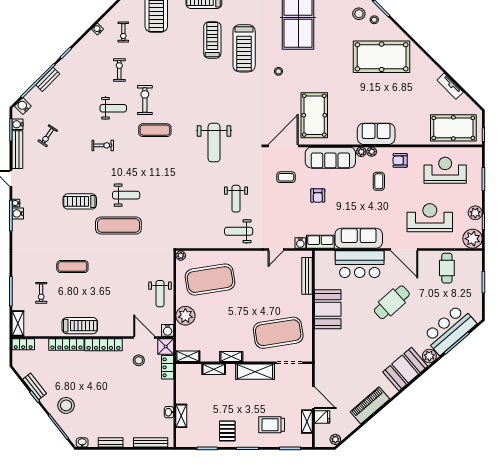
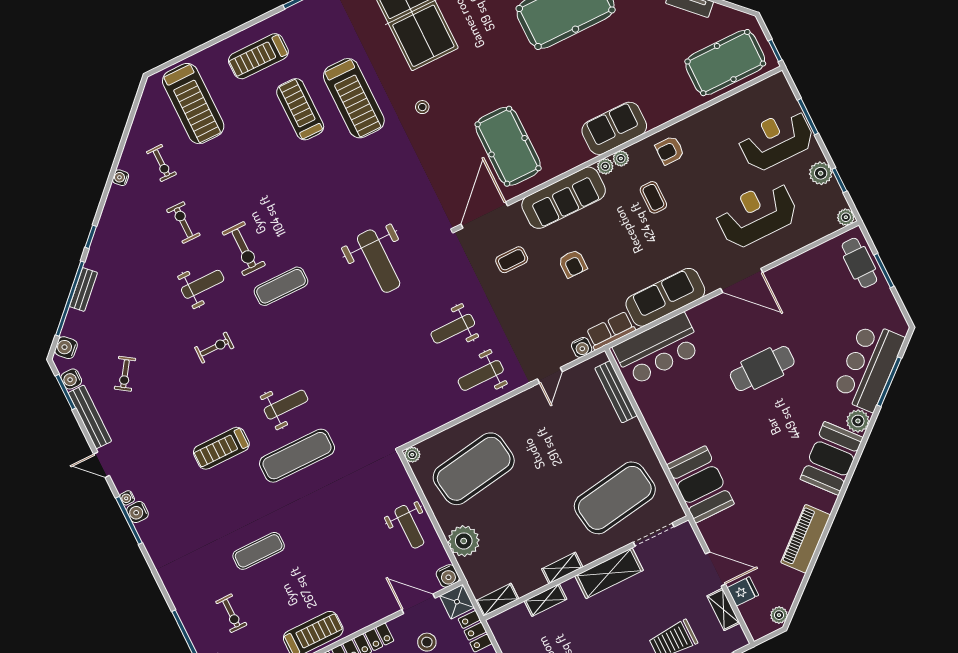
exercise bike: (145, 100) -> (244, 249), turned 180
reception desk: (445, 170) -> (776, 140), moved
weight bench: (236, 199) -> (453, 329), turned 90
plant: (473, 239) -> (846, 217), width x0.53, depth x0.53
bar counter: (360, 264) -> (658, 349), moved
cafe table: (447, 268) -> (859, 263), moved
cafe table: (392, 302) -> (762, 369), turned 42
booth: (328, 309) -> (700, 484), moved

